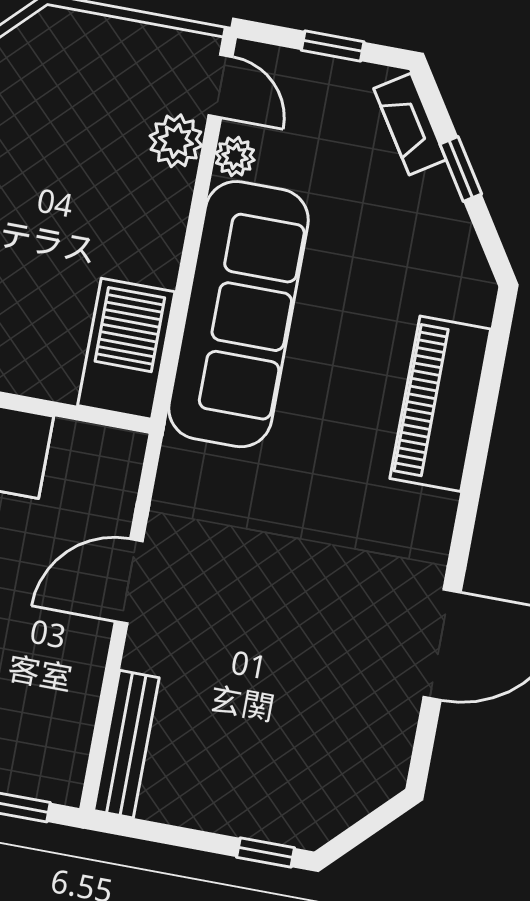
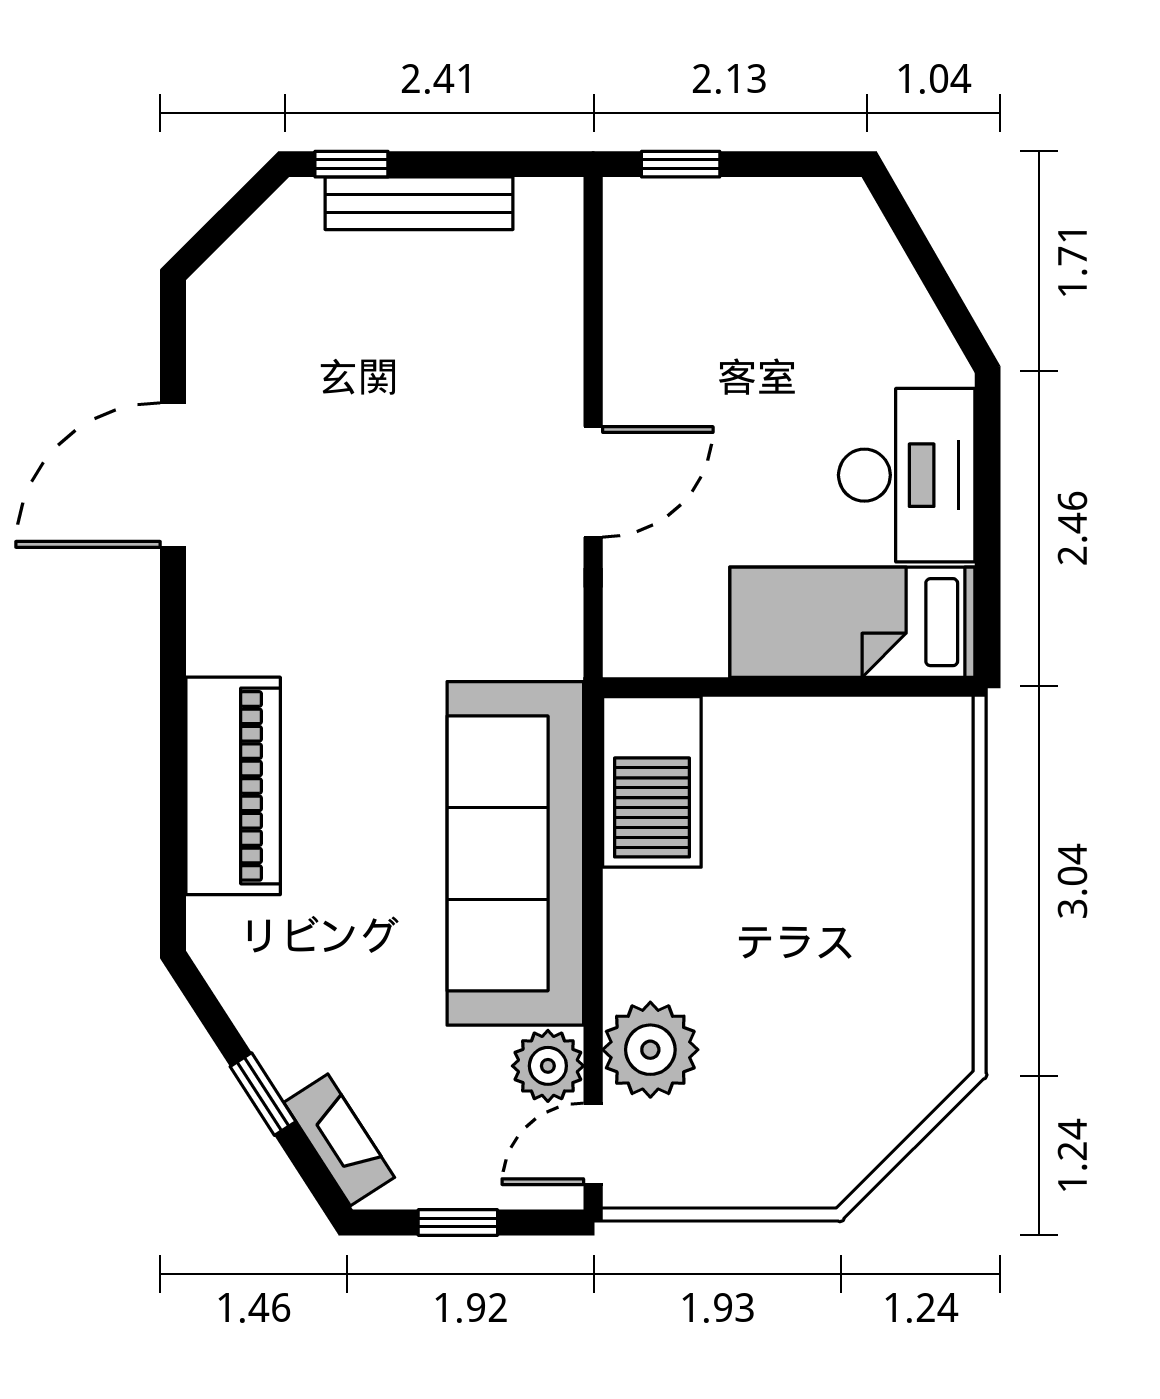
door: (221, 86) -> (593, 1144), hinge flipped
plant: (176, 141) -> (650, 1050), width x1.36, depth x1.36
plant: (235, 157) -> (548, 1066), width x1.38, depth x1.38
bench: (126, 744) -> (419, 203), moved, turned 90

